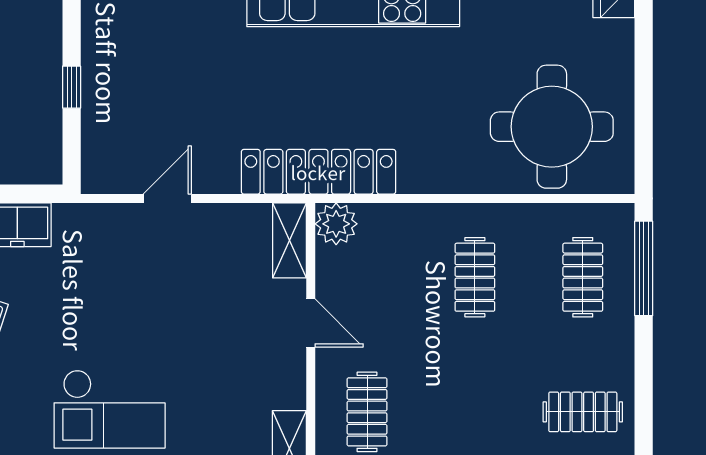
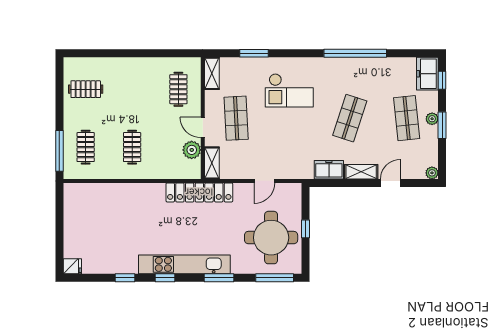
round table: (552, 127) -> (271, 238), moved
plant: (336, 224) -> (192, 150), moved
shop shelf: (233, 345) -> (236, 118), added
checkout: (110, 409) -> (289, 90), turned 180

